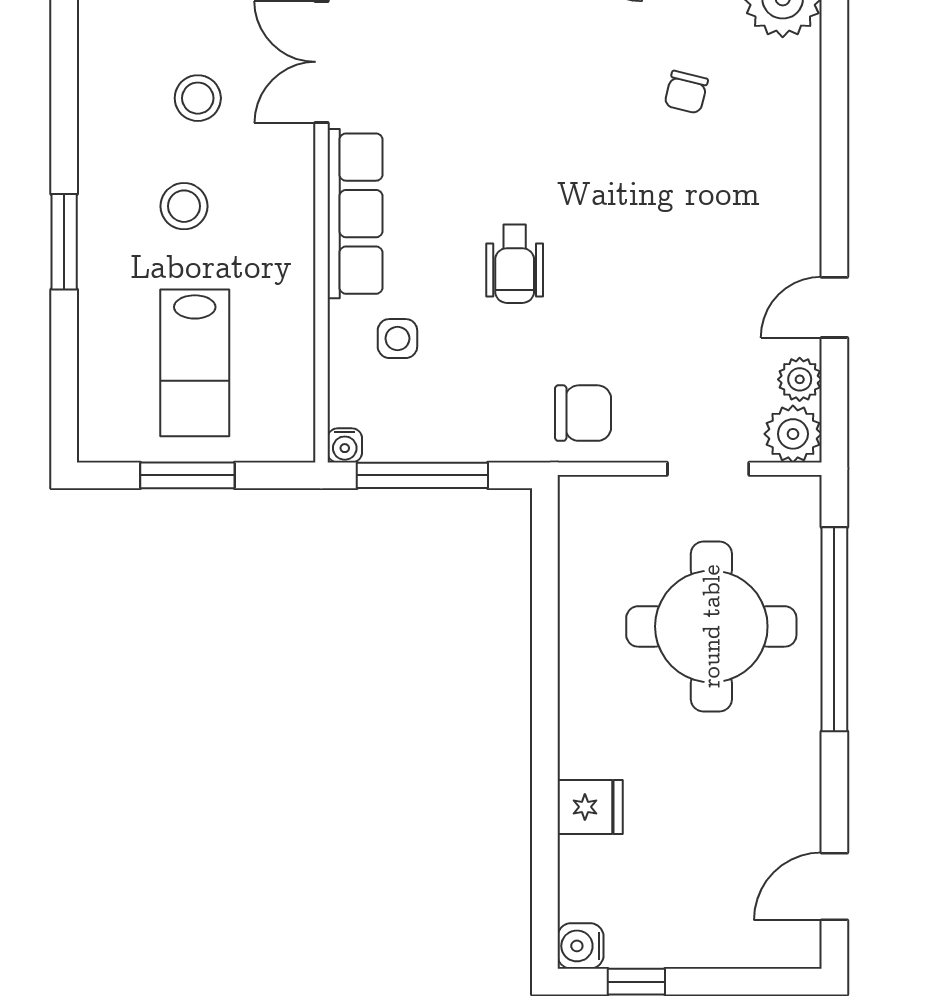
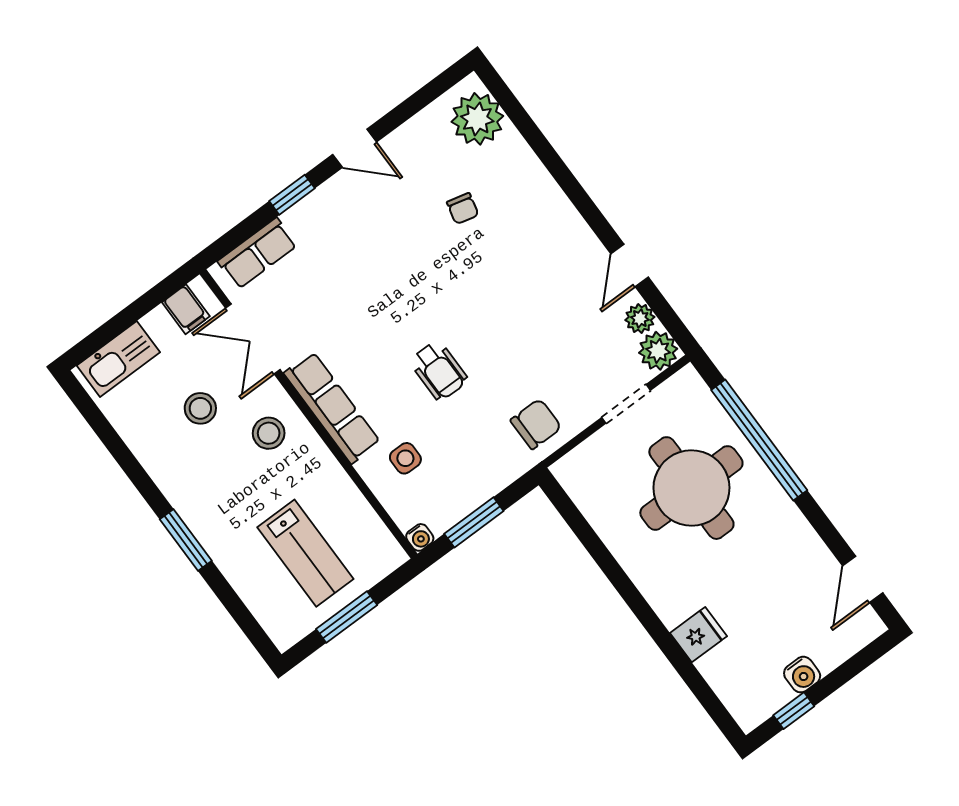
stool: (184, 206) -> (269, 433), moved
window: (422, 475) -> (474, 522), width x0.69
water cooler: (581, 946) -> (802, 675), moved, turned -90

